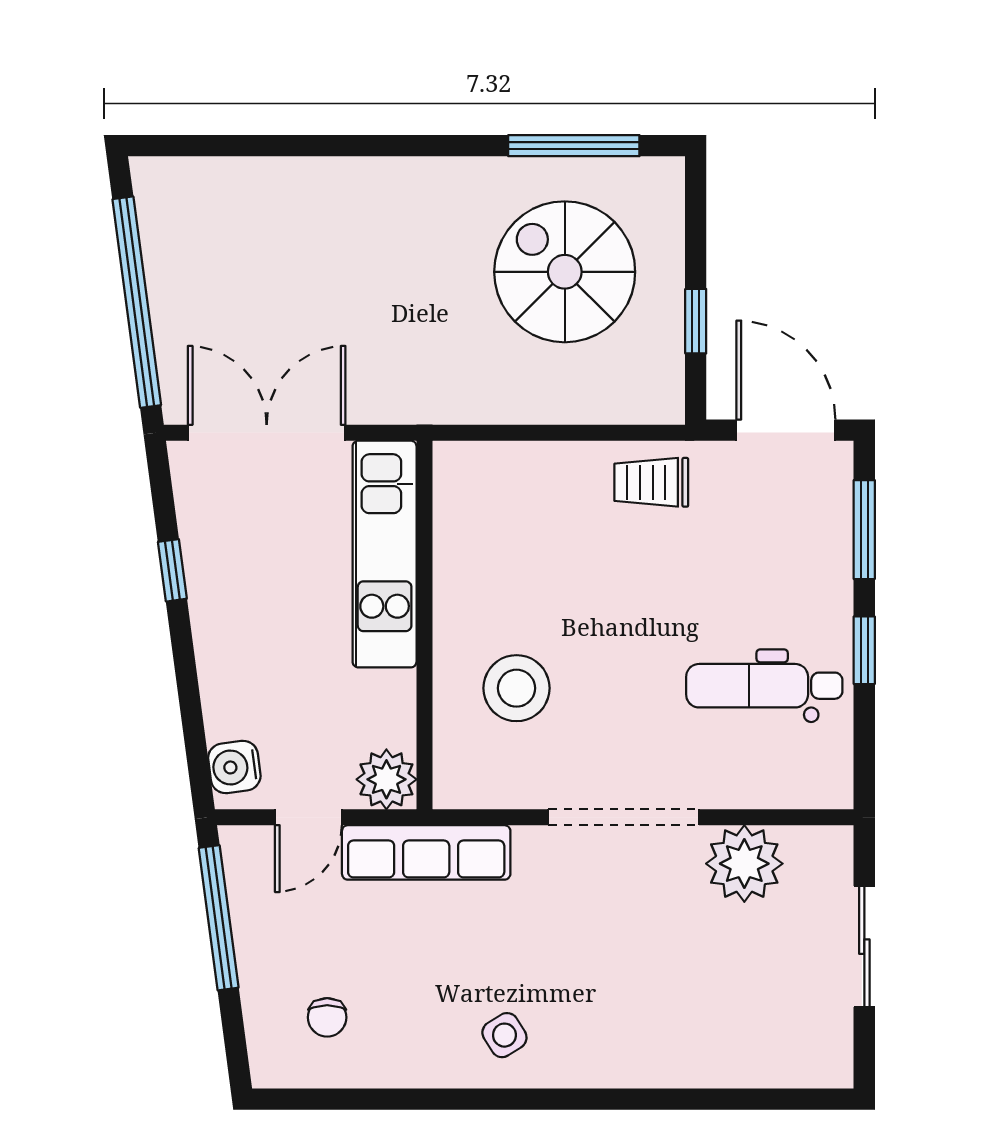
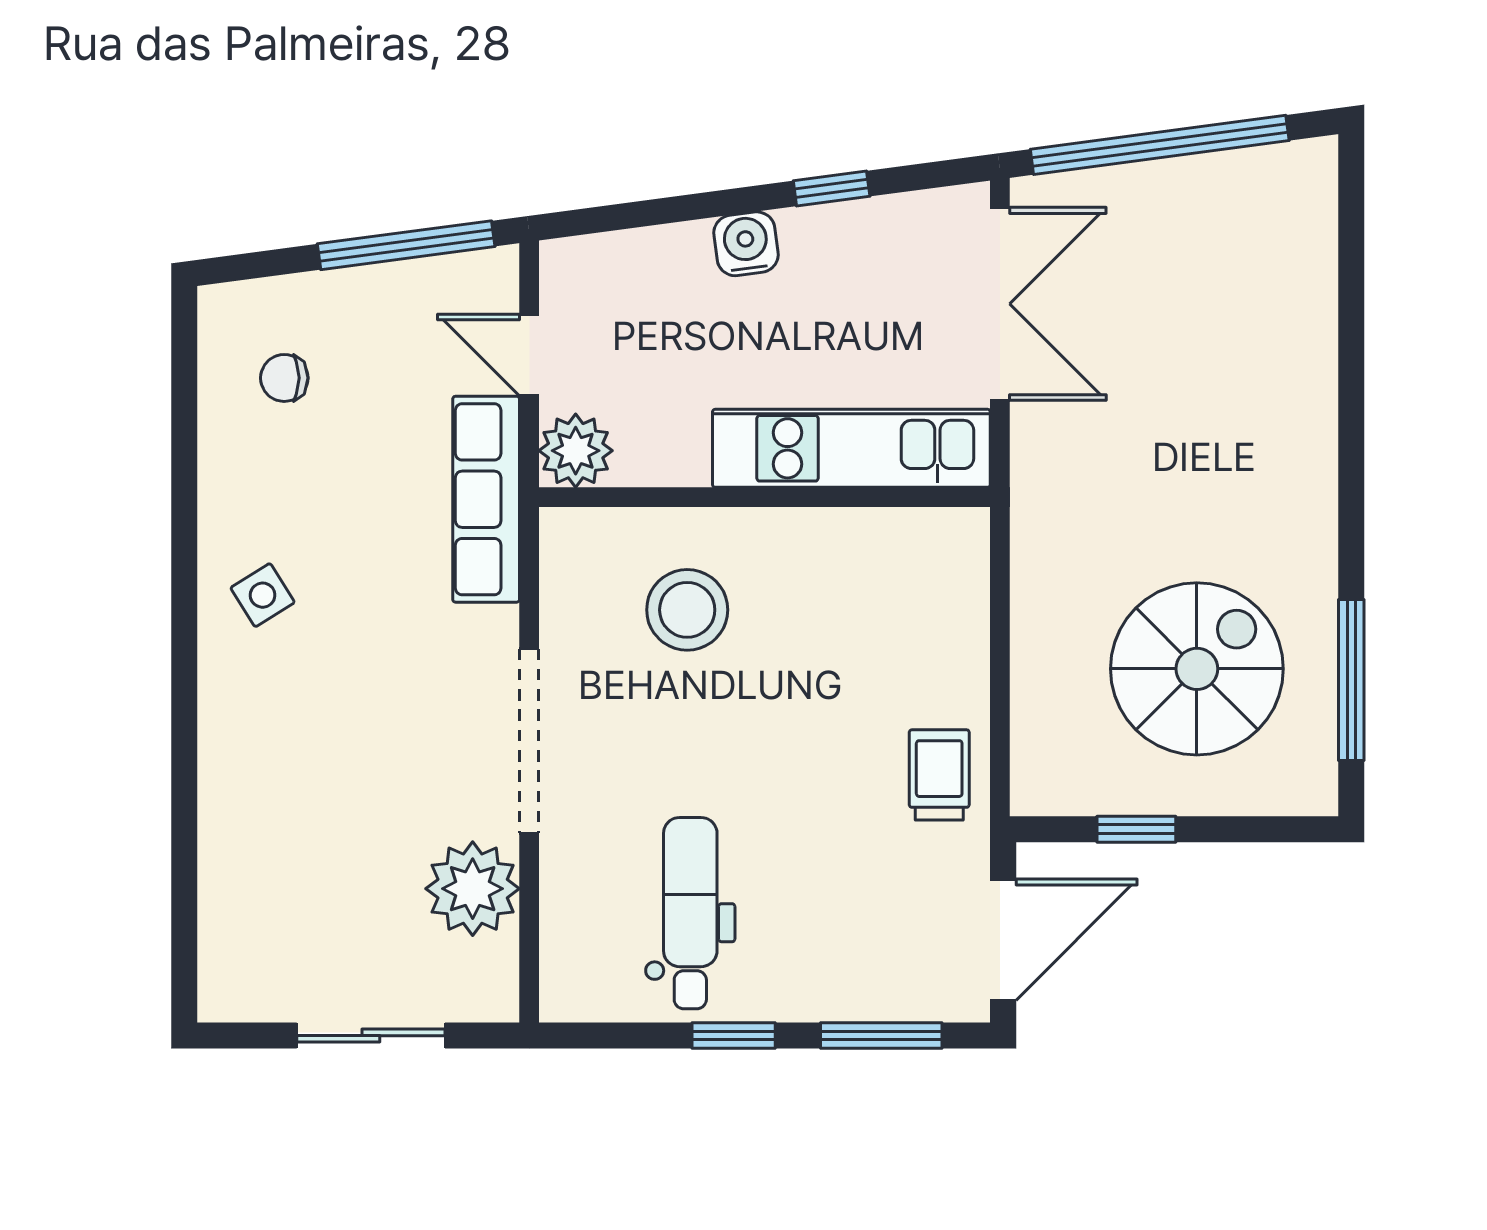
water cooler: (234, 767) -> (746, 244), moved

